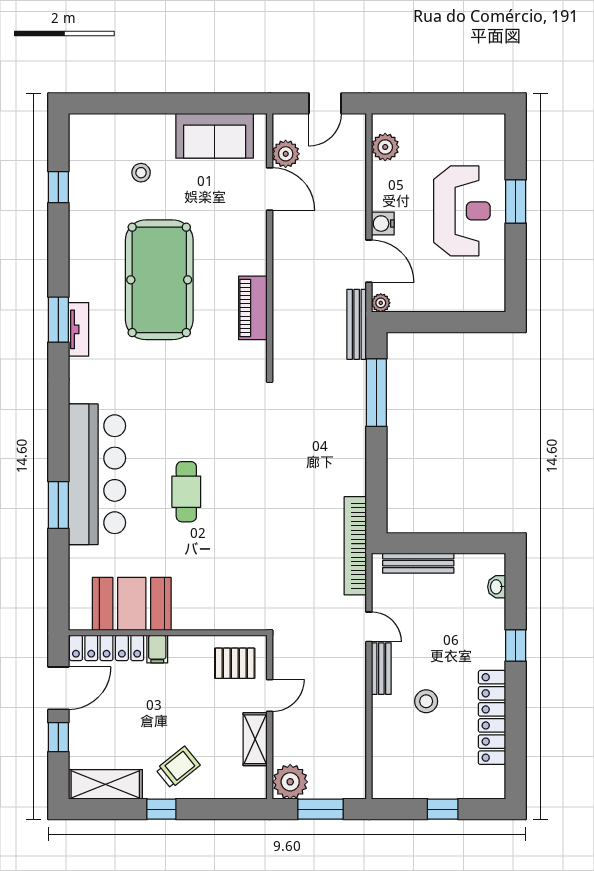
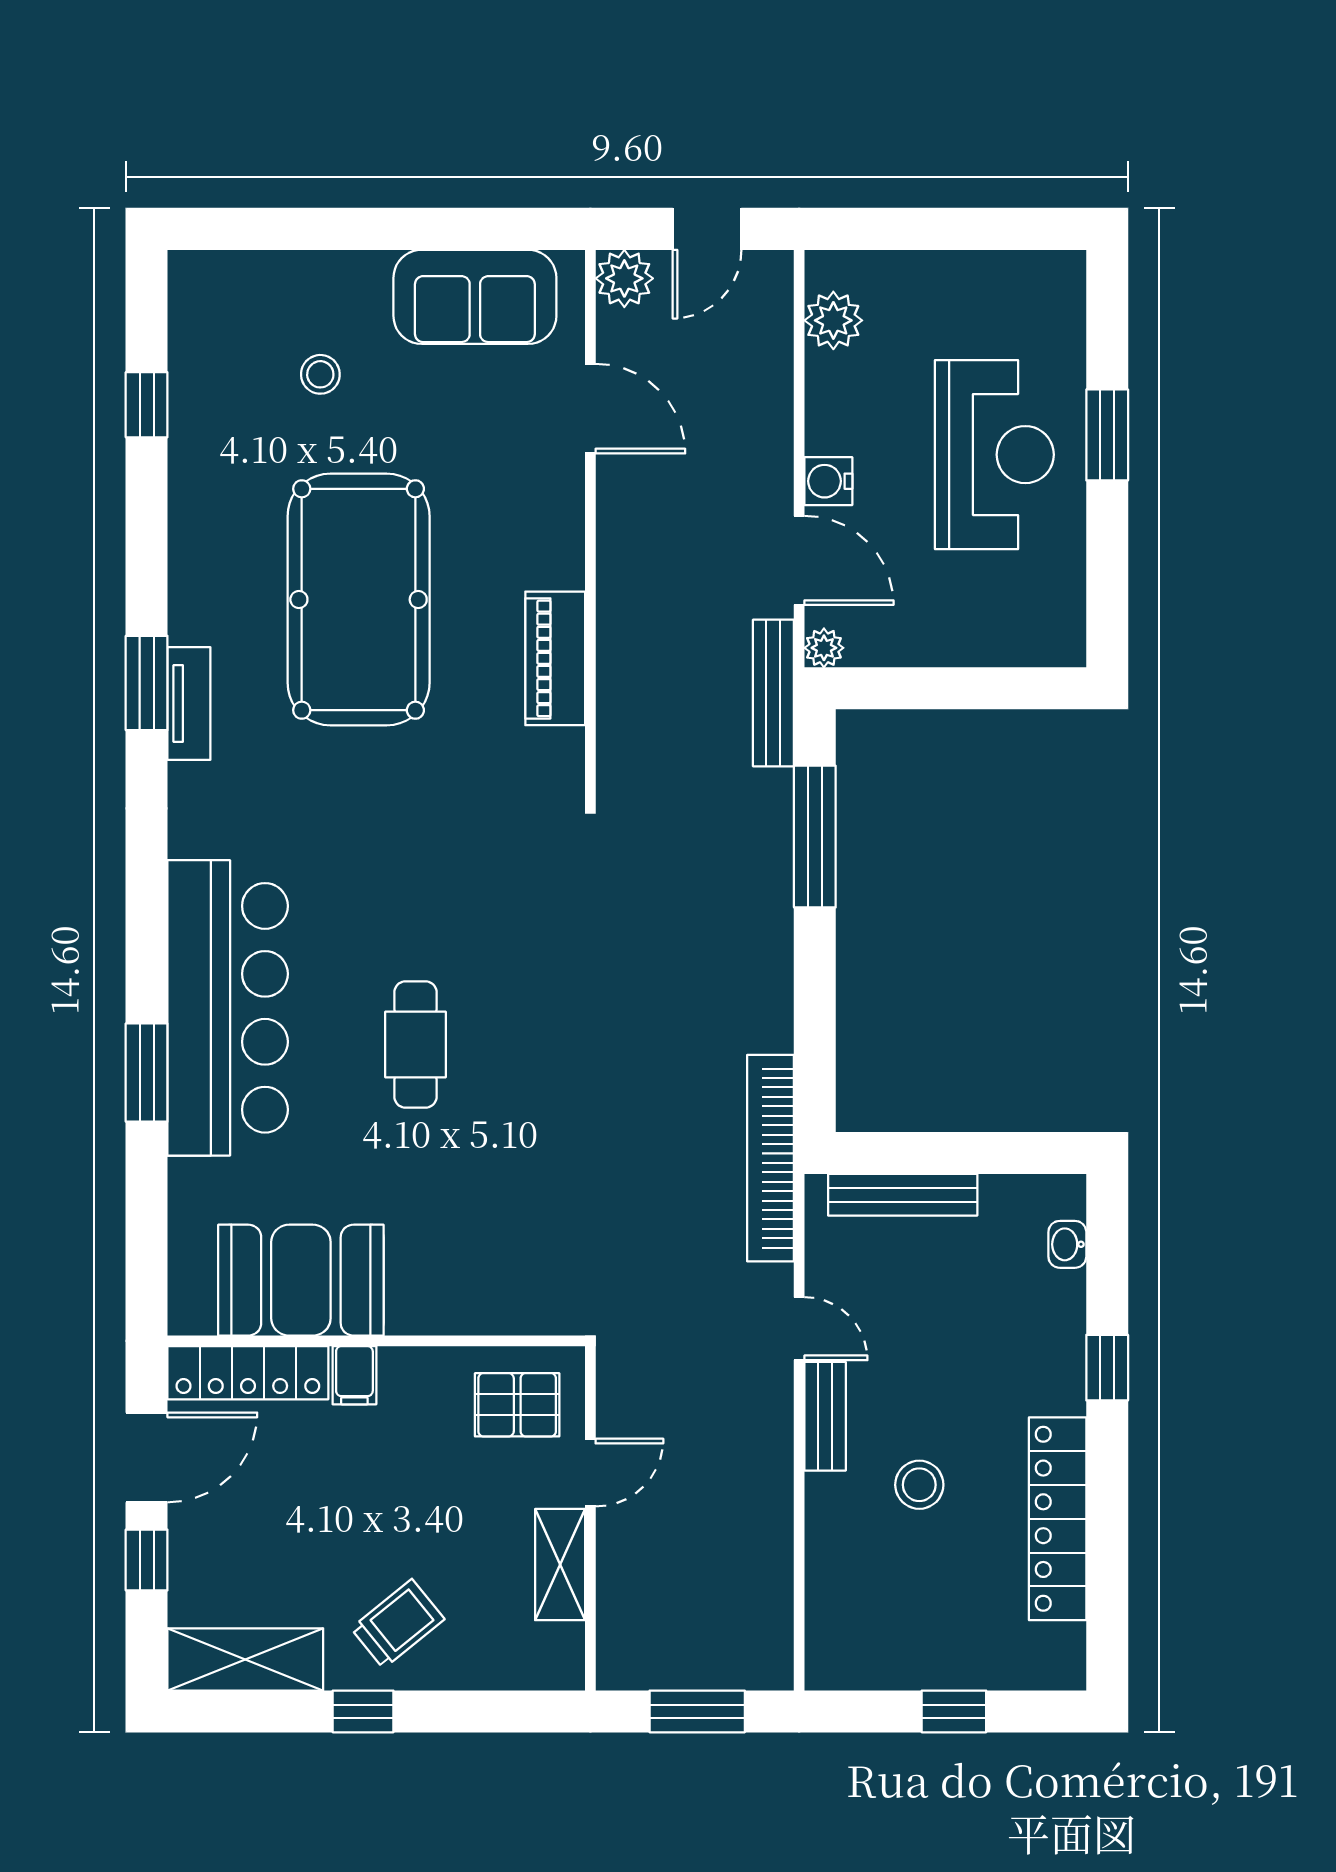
plant: (286, 154) -> (624, 278), moved
plant: (290, 782) -> (634, 1654), removed

